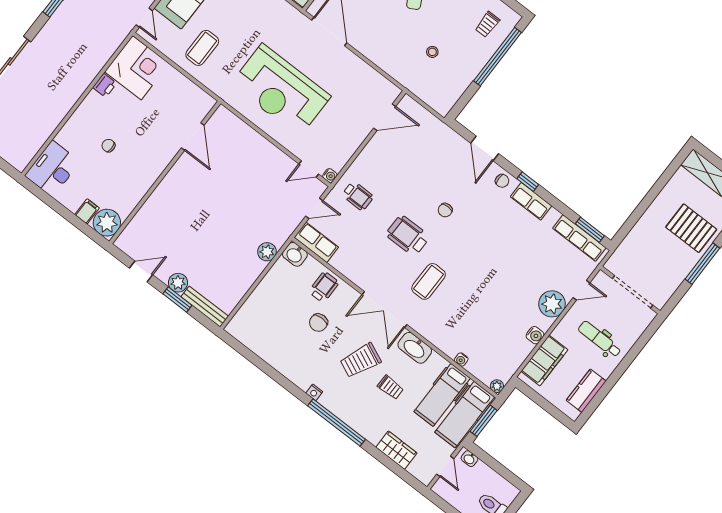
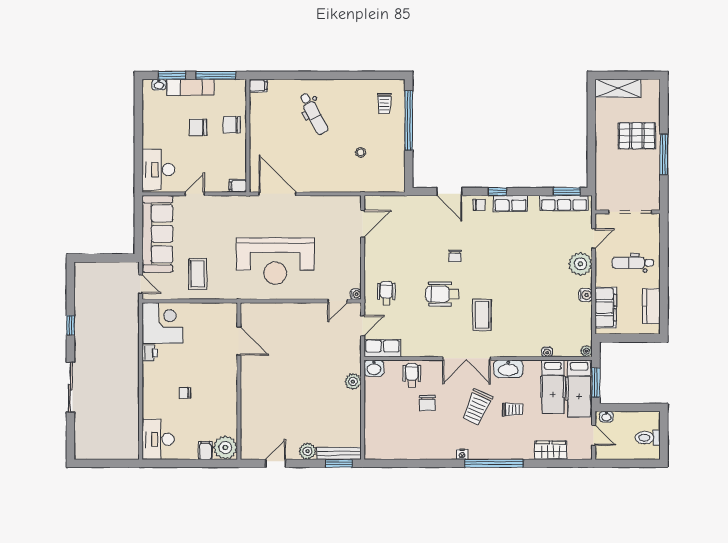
wheelchair: (358, 196) -> (386, 293), turned -90
window: (177, 300) -> (339, 463), moved

